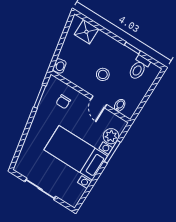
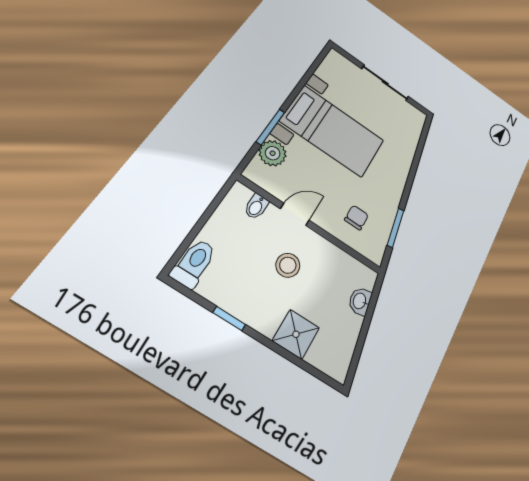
shower: (86, 32) -> (296, 334), moved
washbasin: (59, 66) -> (360, 301), moved
toilet: (139, 68) -> (194, 263), moved
door: (99, 102) -> (295, 214), hinge flipped

